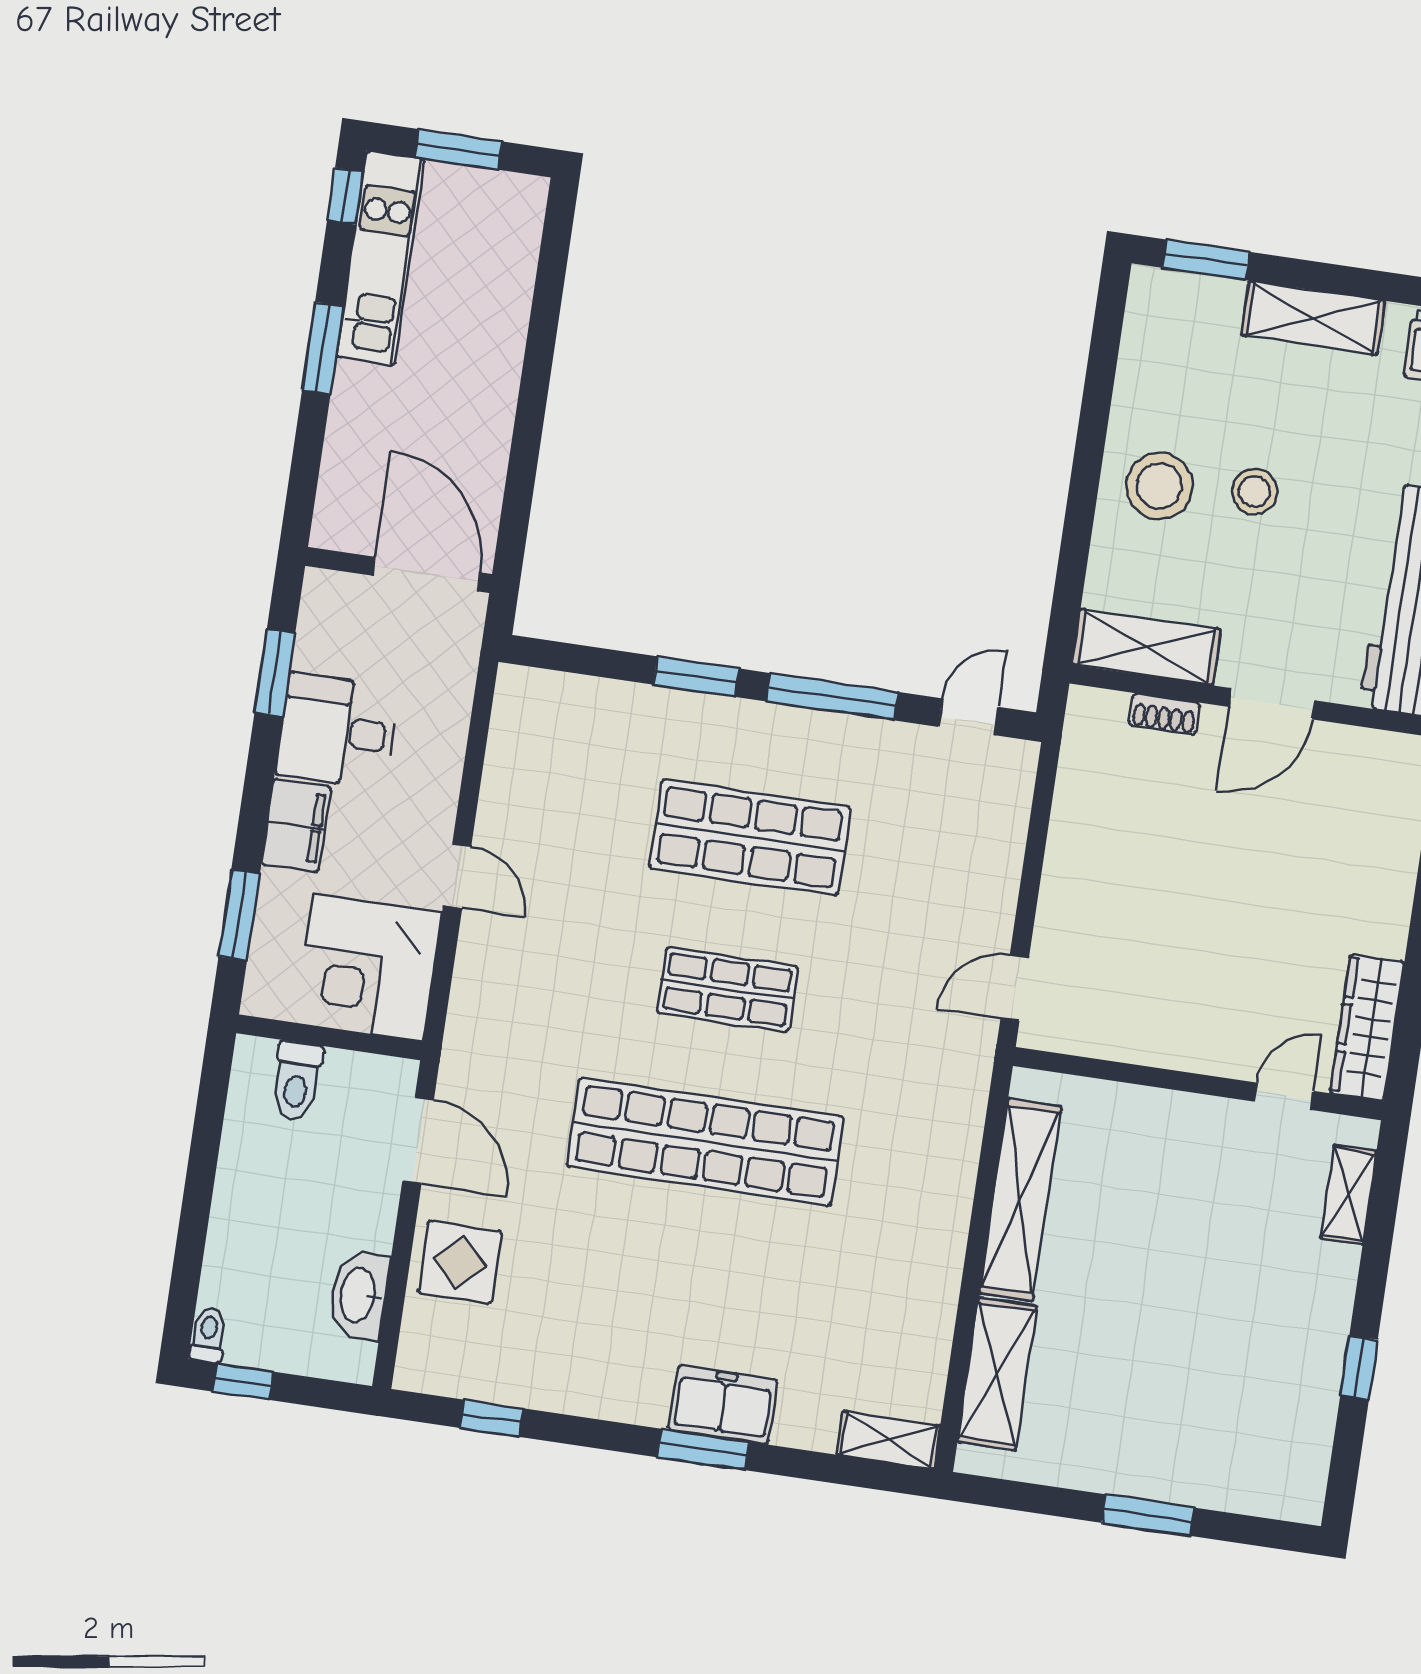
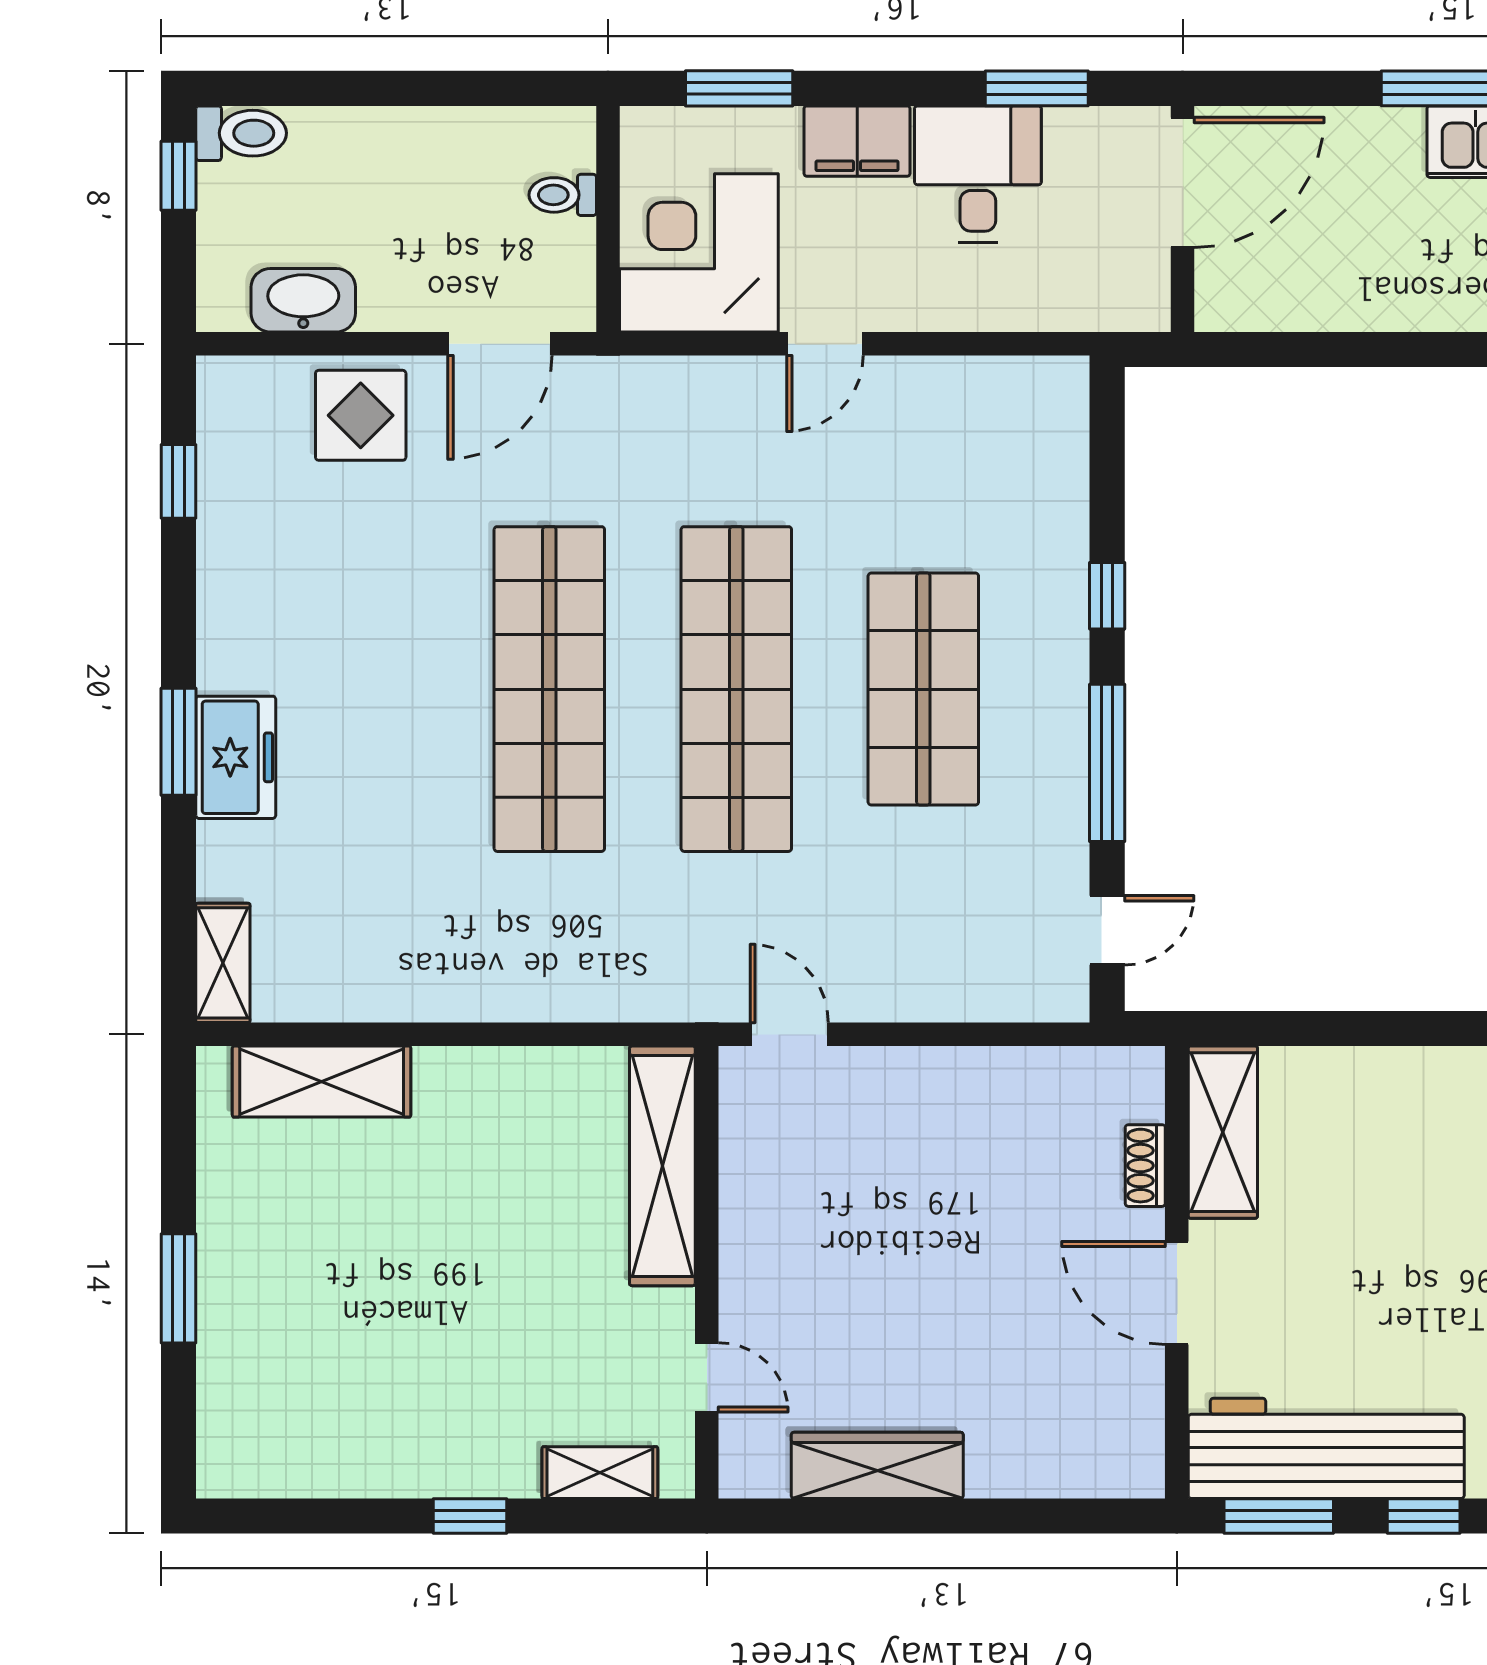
stool: (1159, 486) -> (1419, 1119), removed
stool: (1255, 492) -> (1429, 1235), removed
door: (427, 574) -> (1183, 182), moved
window: (696, 677) -> (1107, 596), width x0.67
door: (968, 717) -> (1107, 930), hinge flipped
shop shelf: (727, 989) -> (736, 689), width x2.00, depth x1.36
wardrobe: (1367, 1027) -> (877, 1465), moved
toilet: (297, 1081) -> (563, 195), width x0.73, depth x0.72
shelving: (1020, 1200) -> (662, 1166), moved, turned 90
toilet: (208, 1335) -> (241, 133), width x1.37, depth x1.39
window: (1359, 1367) -> (470, 1516), moved

